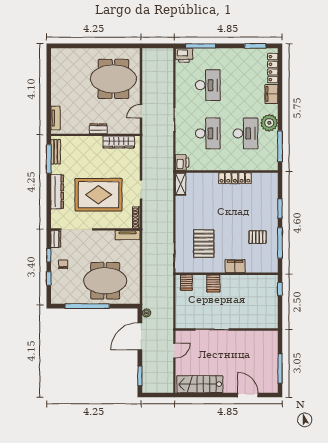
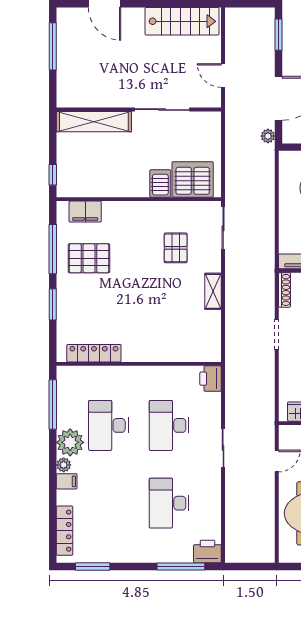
filing cabinet: (271, 94) -> (67, 481), width x0.50
plant: (273, 109) -> (64, 465), added
locker: (235, 178) -> (94, 353), moved
shelving: (181, 184) -> (213, 291), moved
pallet: (258, 237) -> (89, 258), width x1.50, depth x1.42
pallet: (204, 244) -> (176, 248), width x0.67, depth x0.71
filing cabinet: (235, 266) -> (85, 212), moved
server rack: (186, 283) -> (193, 179), width x2.18, depth x1.44
shelving: (255, 322) -> (94, 122), added
door: (174, 351) -> (223, 75), hinge flipped

